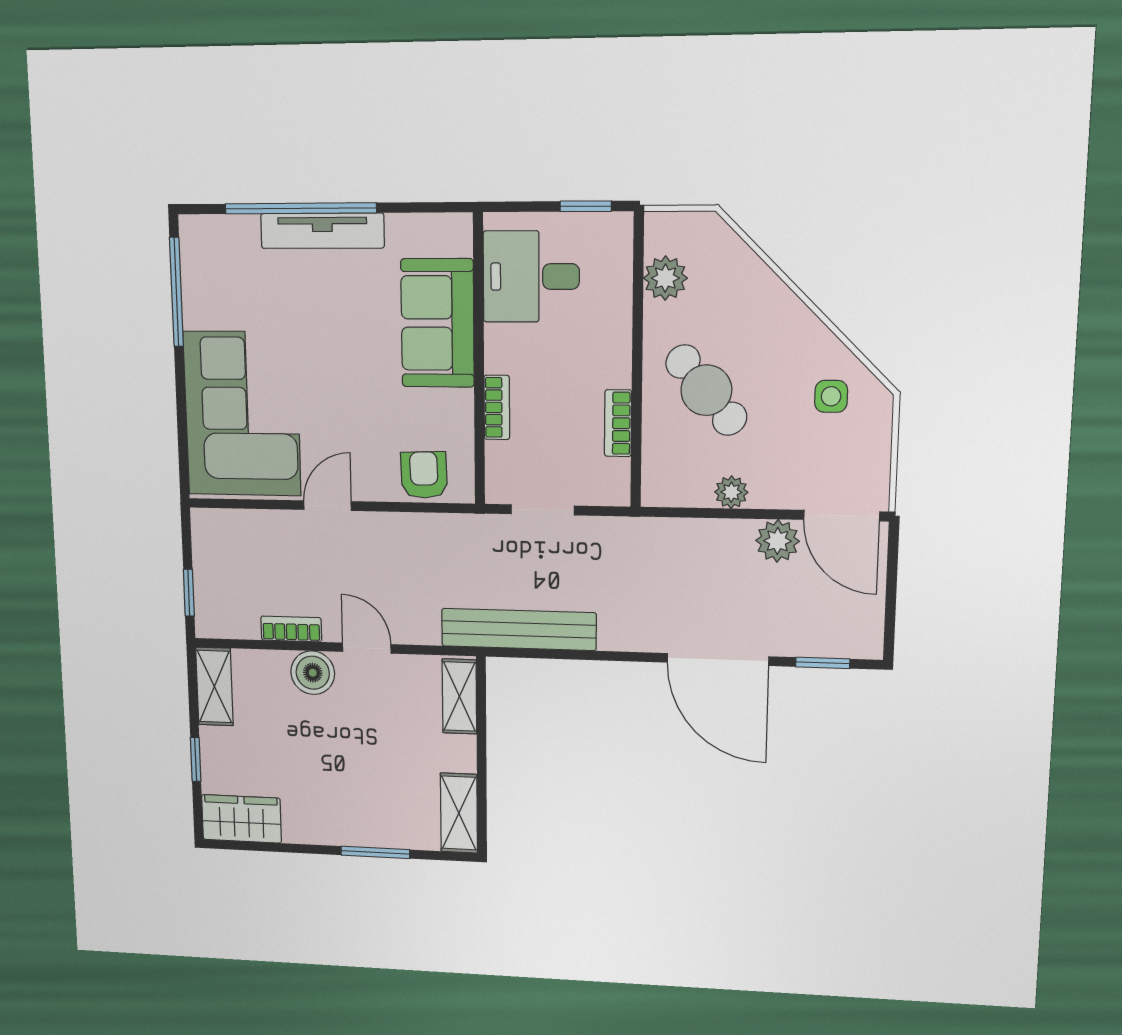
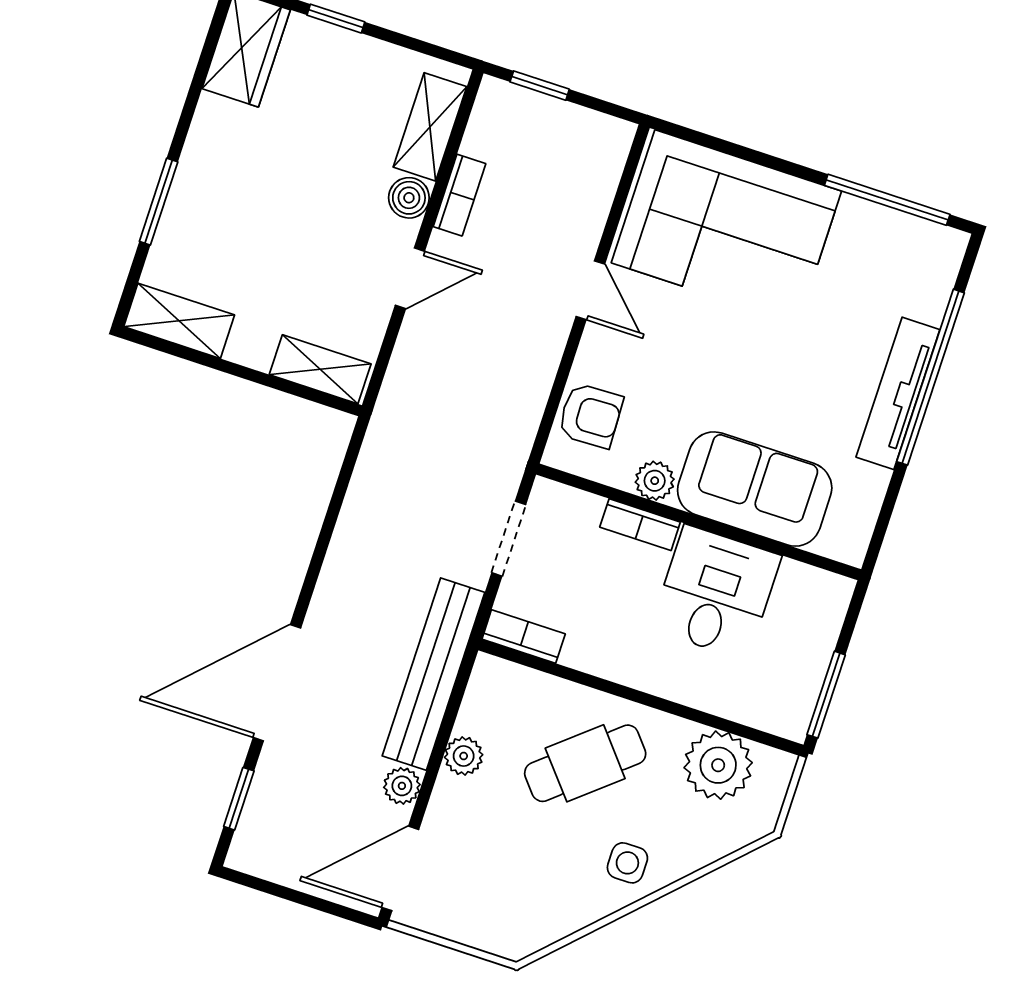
window: (586, 206) -> (826, 695), width x1.50
desk: (531, 277) -> (716, 592), moved
plant: (665, 278) -> (718, 765), width x1.36, depth x1.36
side table: (831, 396) -> (627, 863), moved
plant: (458, 407) -> (655, 481), added
bookcase: (618, 423) -> (524, 636), moved
plant: (778, 541) -> (402, 786), width x0.73, depth x0.73
bench: (519, 629) -> (433, 674), moved
boiler: (313, 673) -> (409, 198), width x0.73, depth x0.73
shelving: (214, 687) -> (430, 127), moved, turned 90

